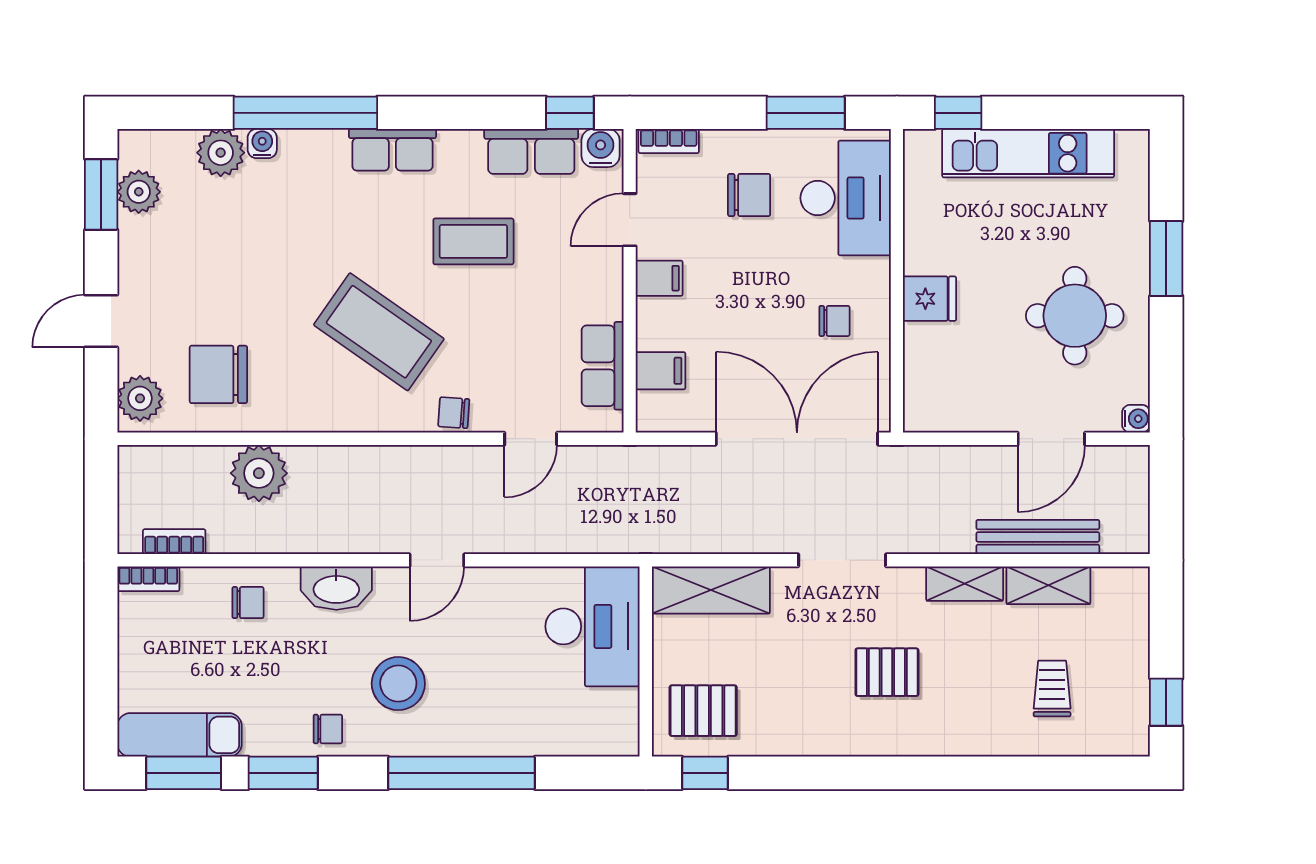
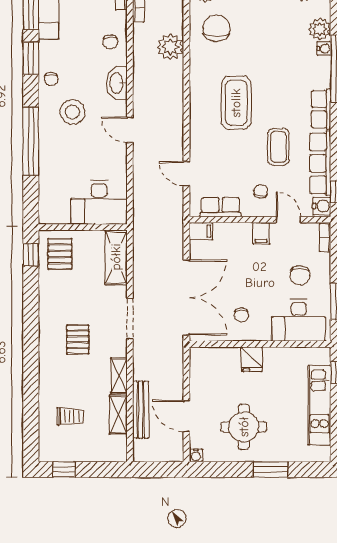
row of seats: (531, 151) -> (320, 163), width x1.48
coffee table: (379, 332) -> (236, 103), turned -35
filing cabinet: (661, 371) -> (201, 231), moved, turned -90
chair: (454, 413) -> (261, 191), moved

